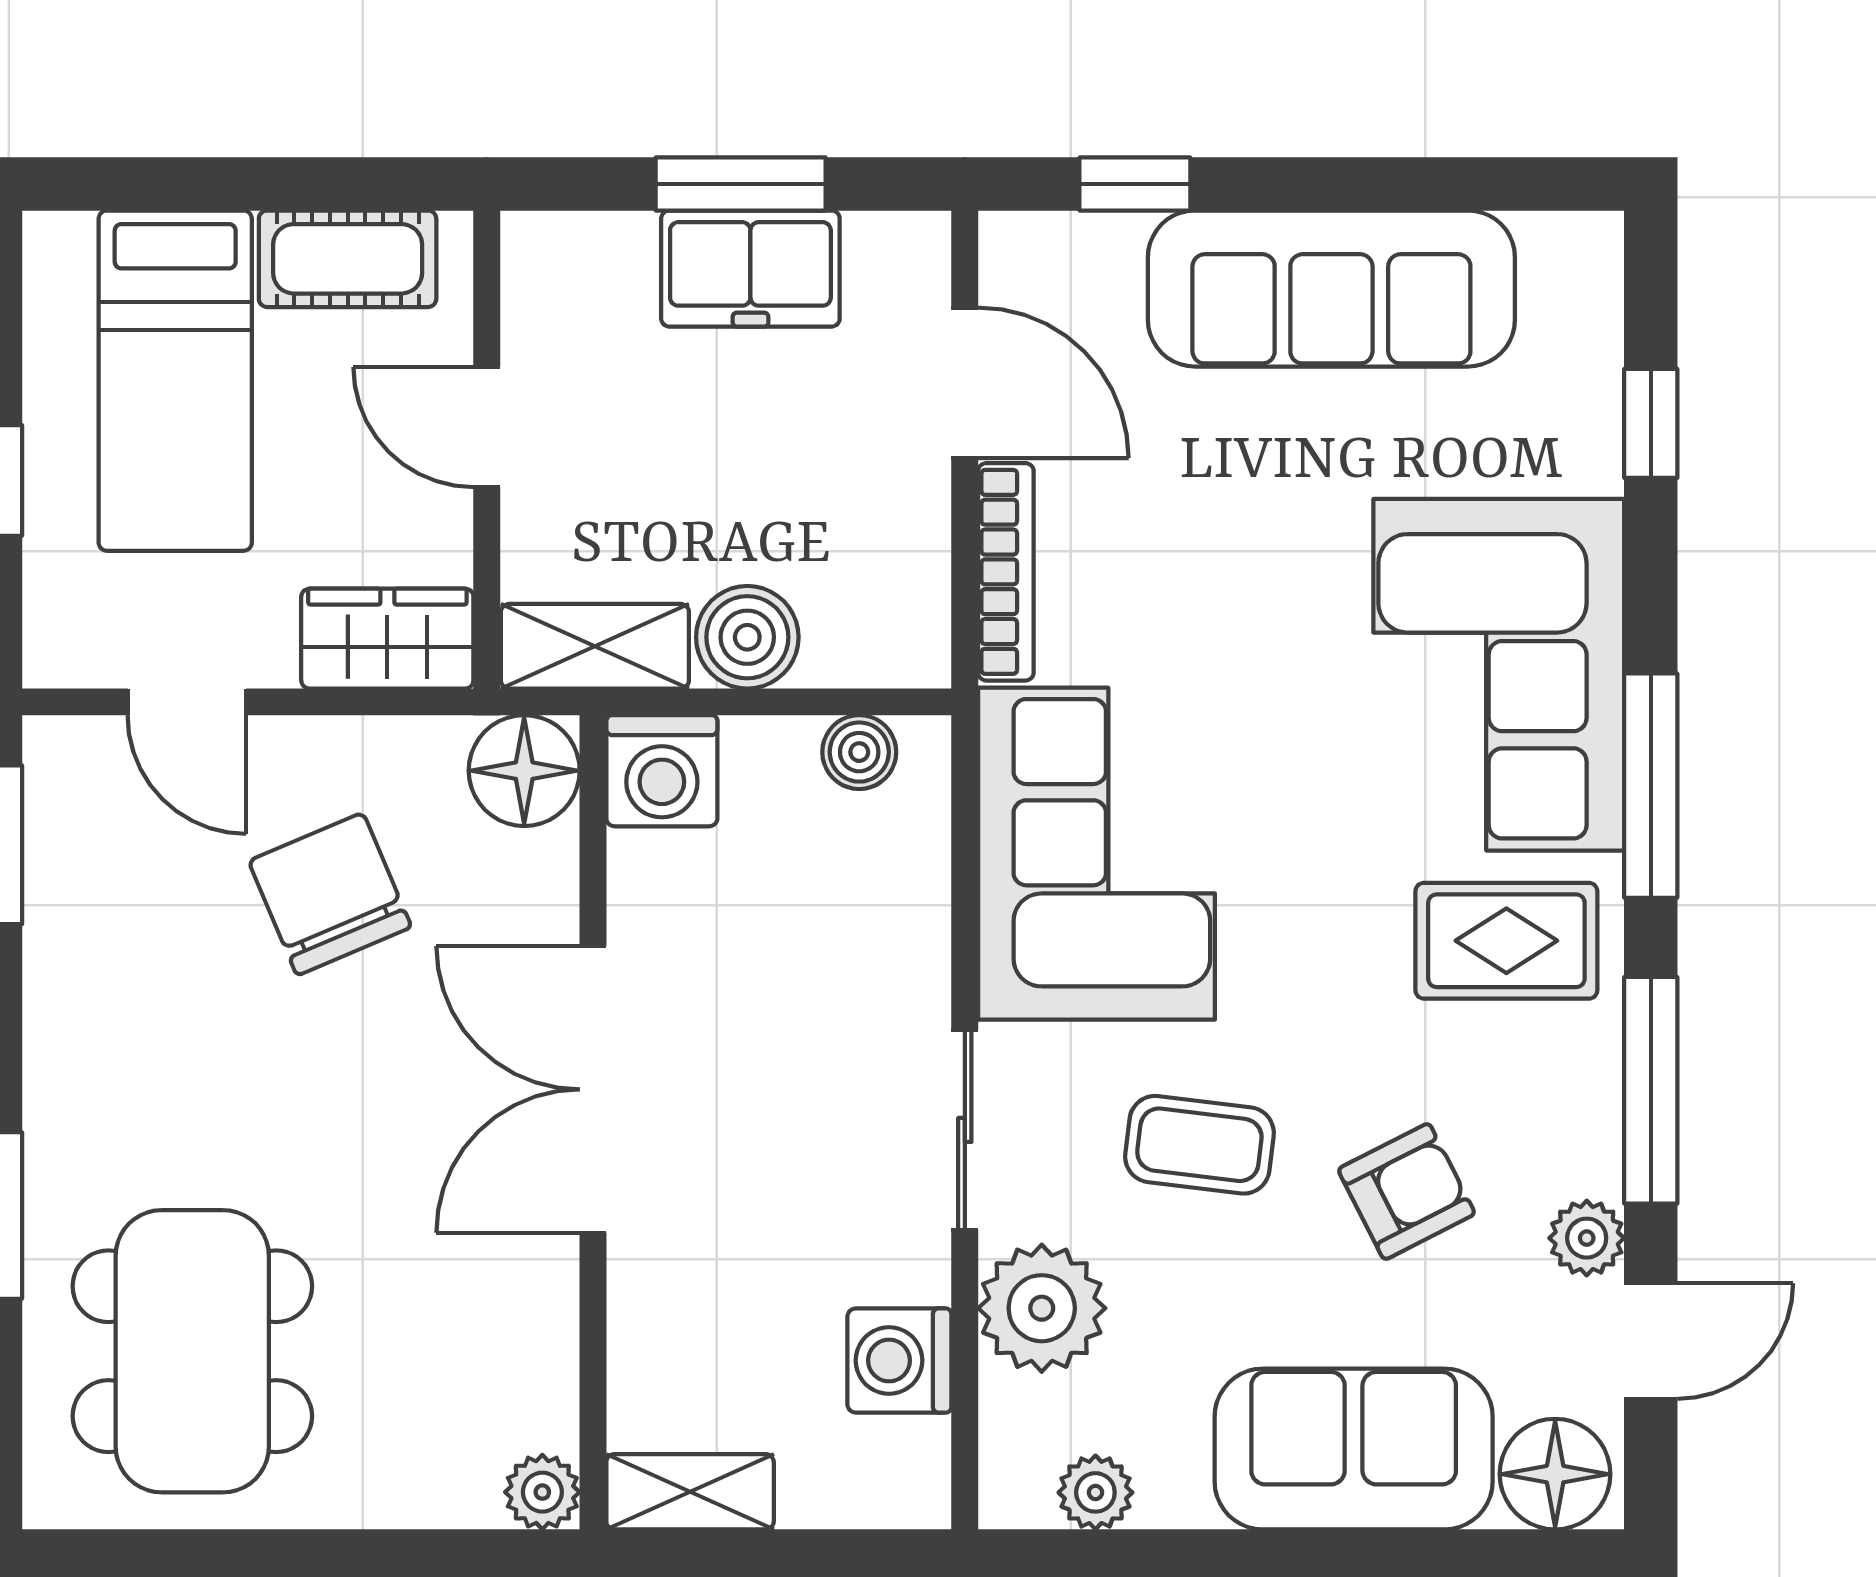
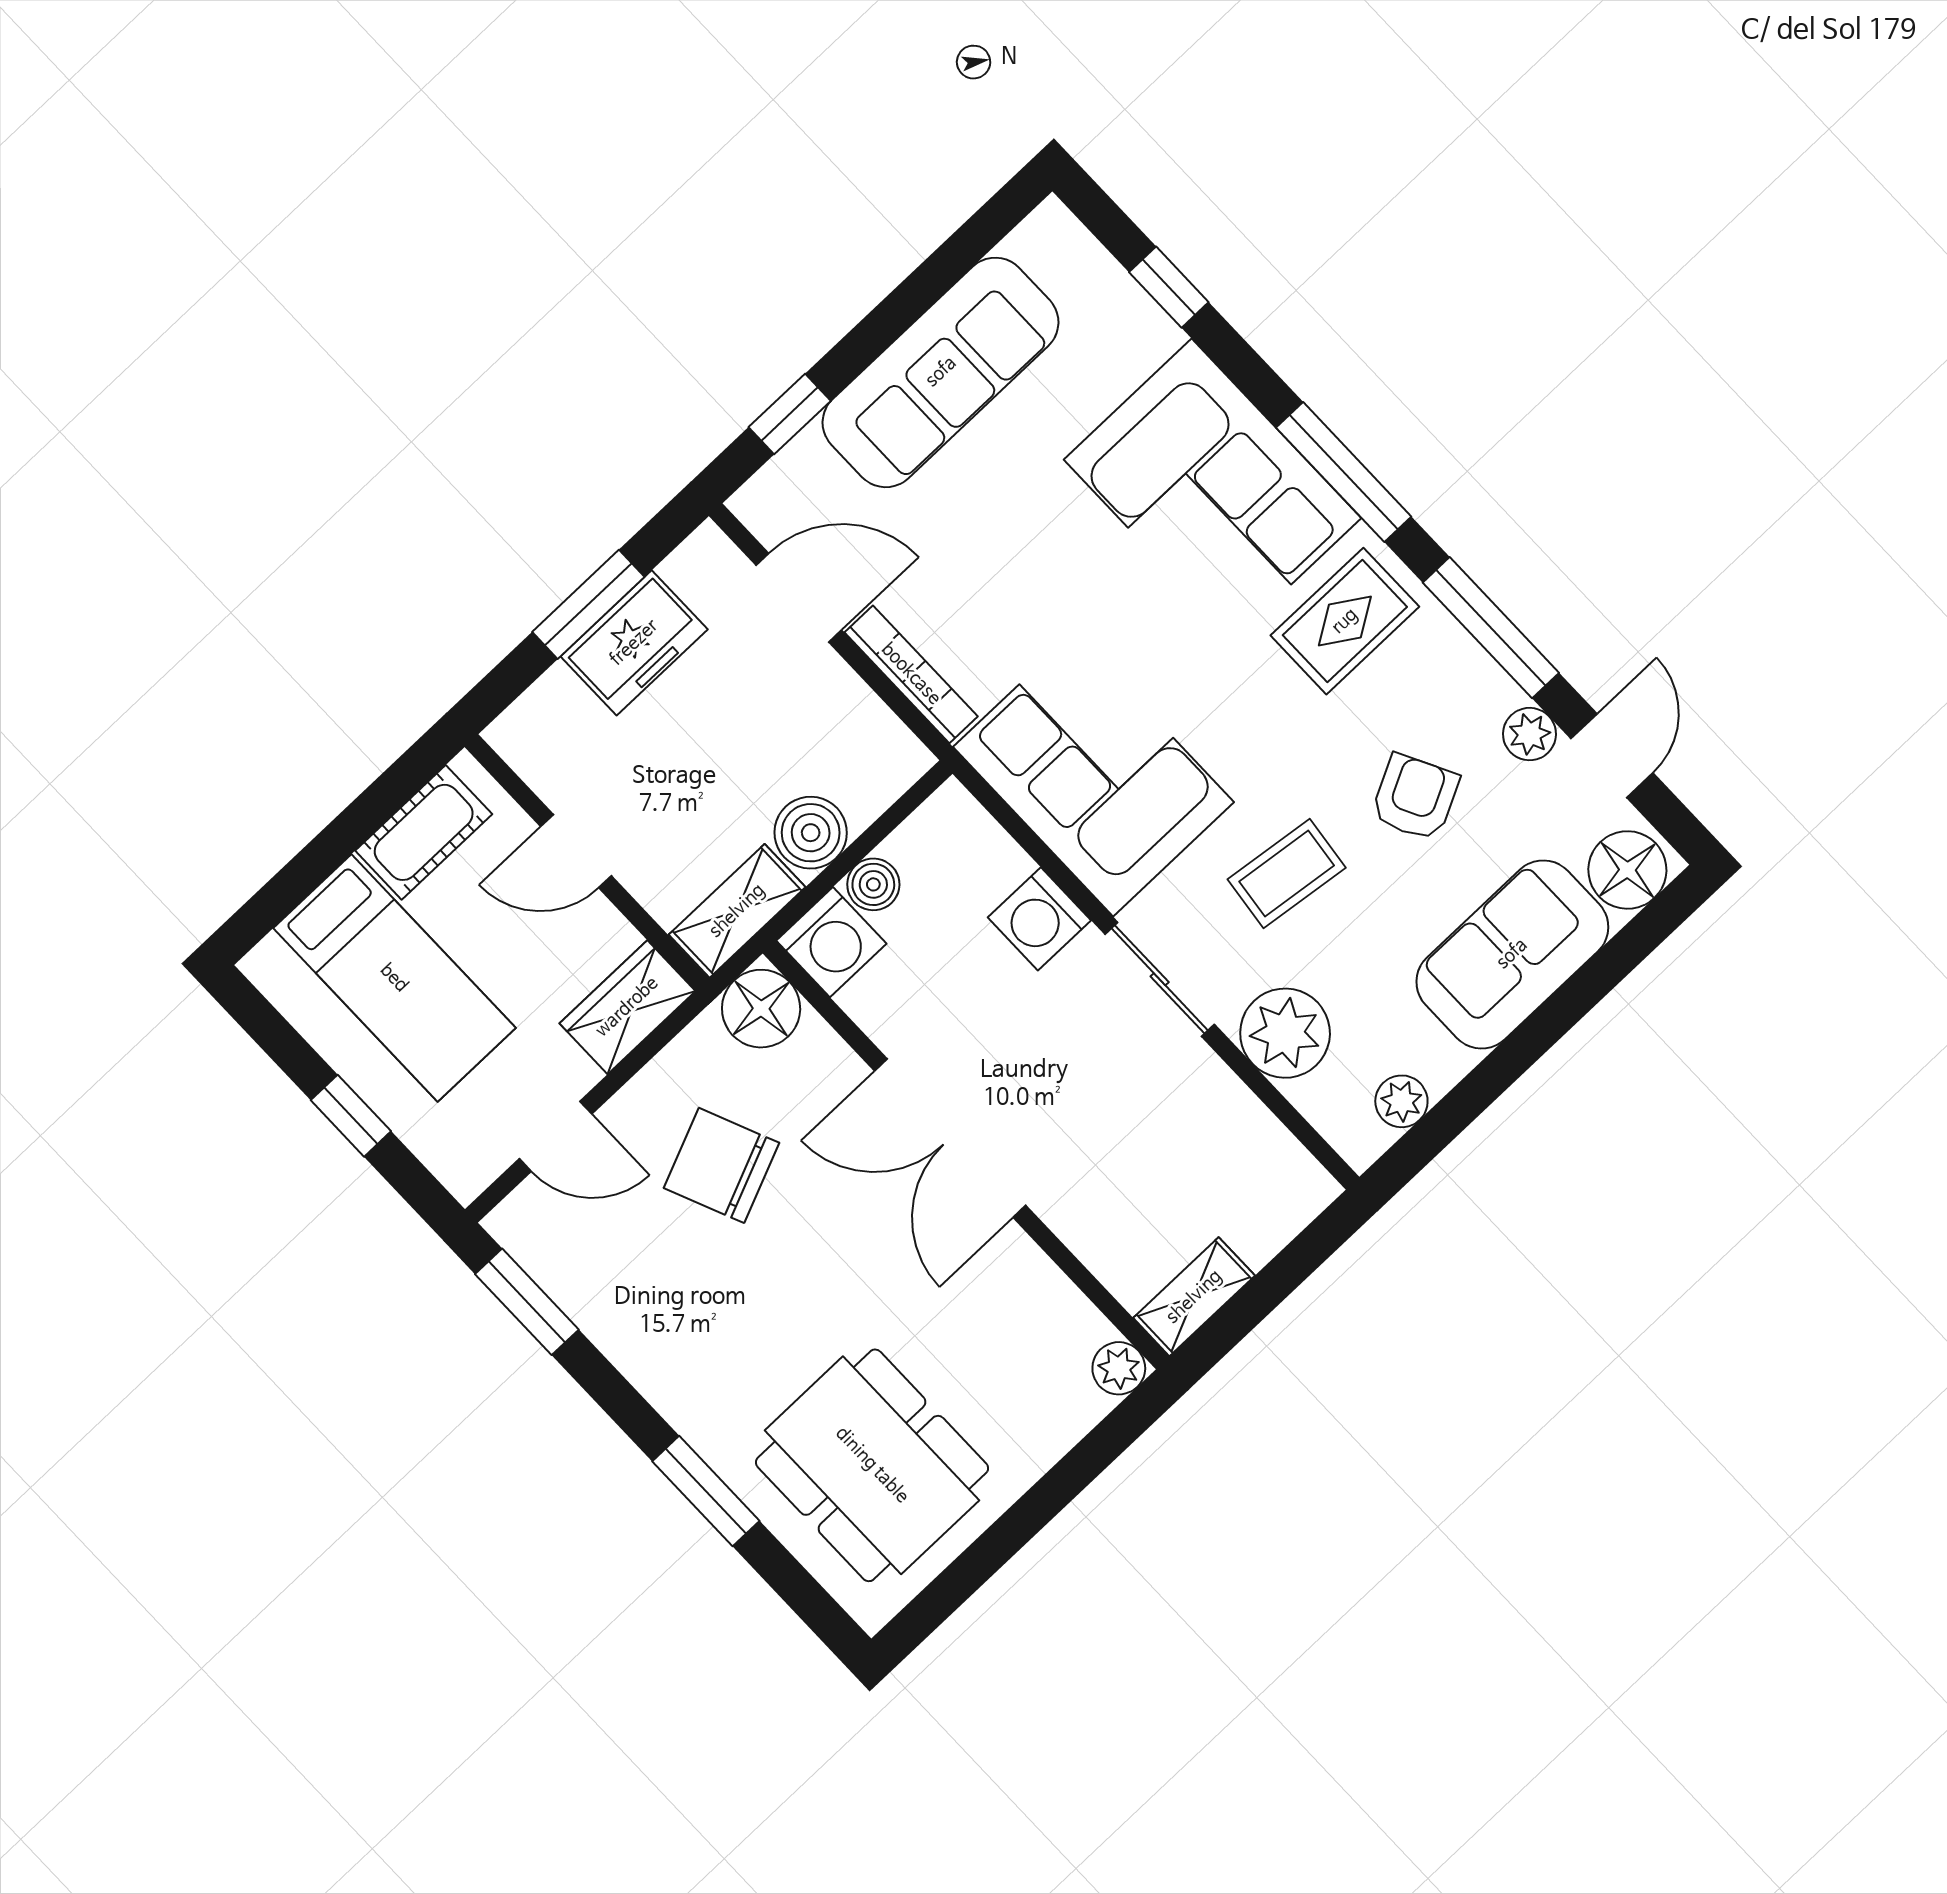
boiler: (859, 752) -> (873, 884), moved
washing machine: (899, 1360) -> (1039, 919), moved

